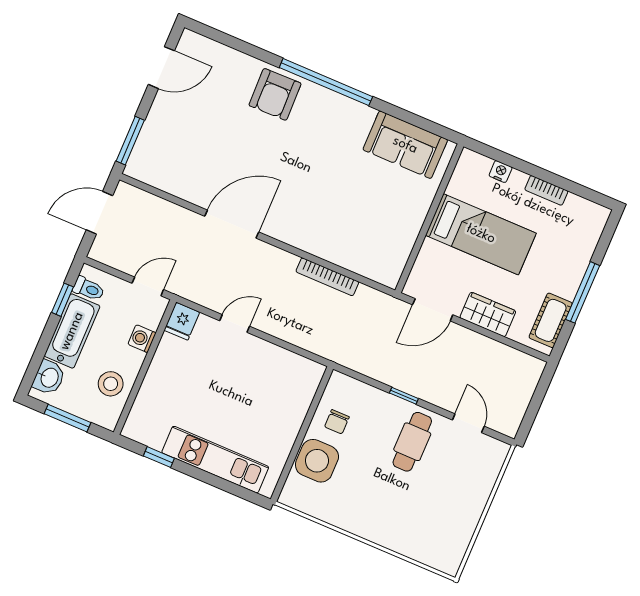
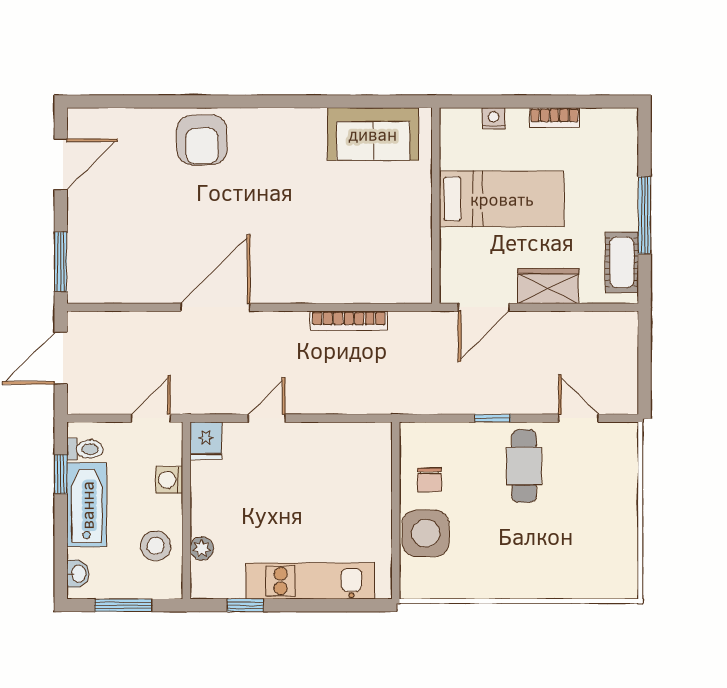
window: (326, 82) -> (253, 102), removed
washbasin: (49, 377) -> (78, 574), width x0.72, depth x0.69
plant: (144, 401) -> (202, 549), added

